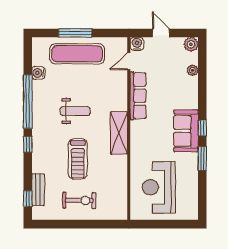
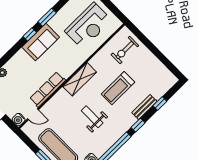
treadmill: (78, 159) -> (118, 88), turned 180
bench: (38, 190) -> (144, 107), moved
window: (28, 199) -> (160, 104), moved
exercise bike: (79, 200) -> (125, 50), moved, turned -91

